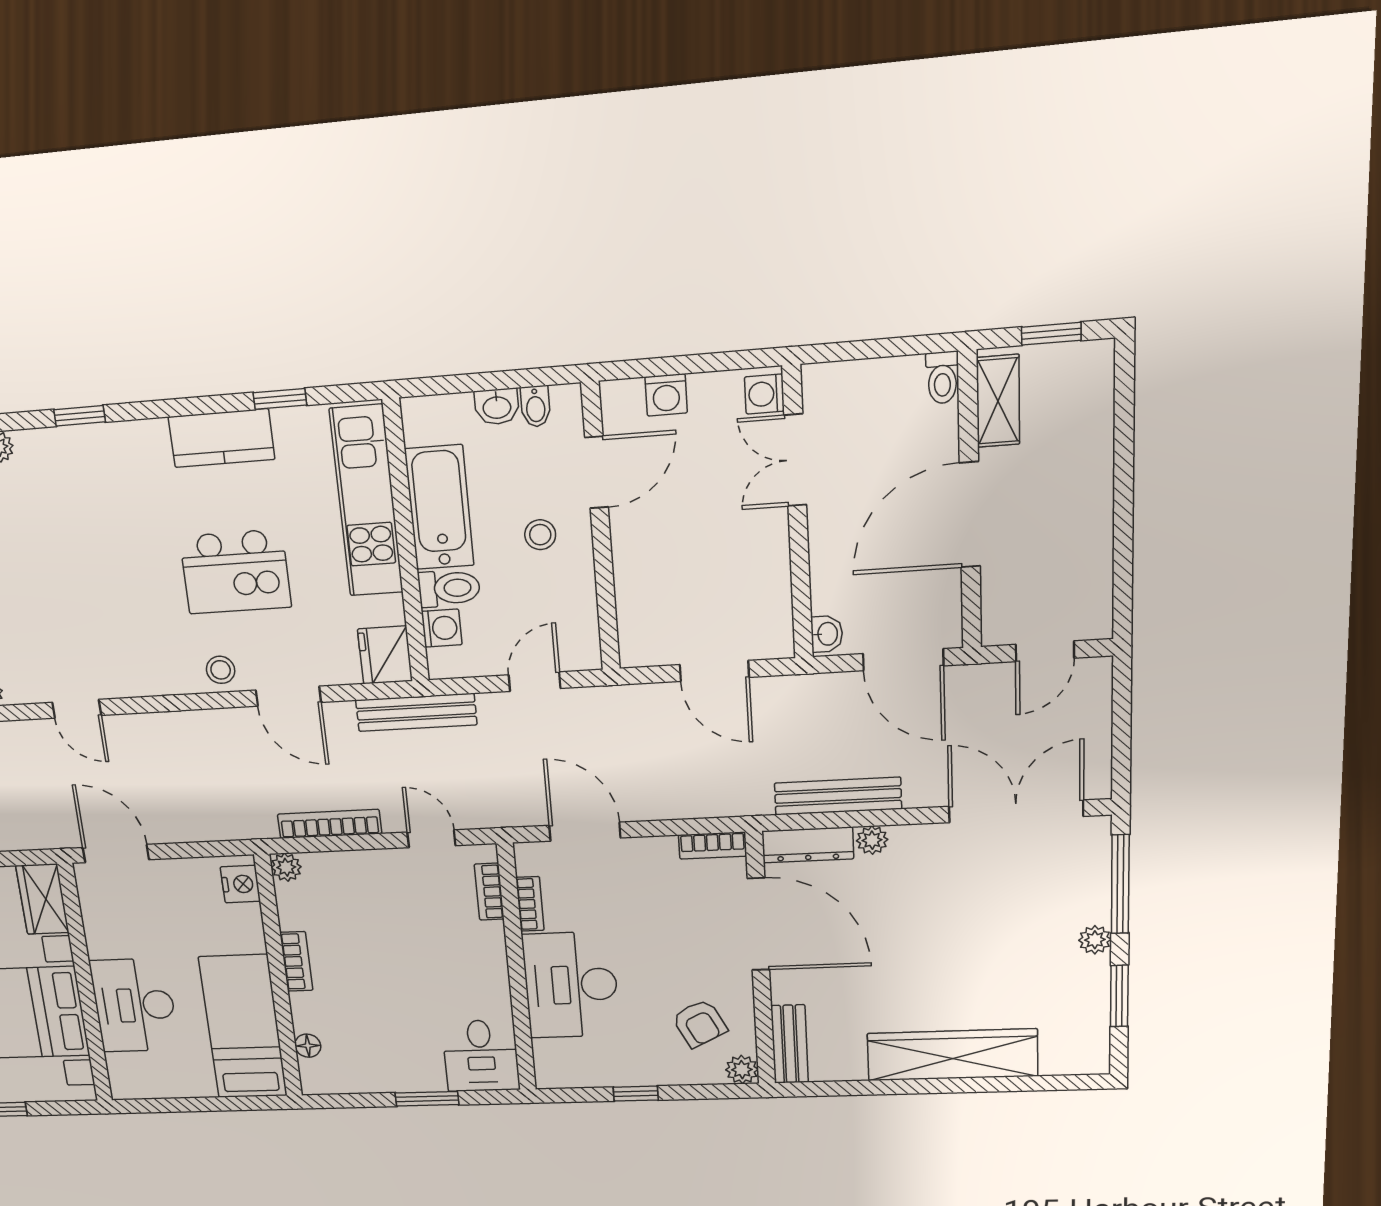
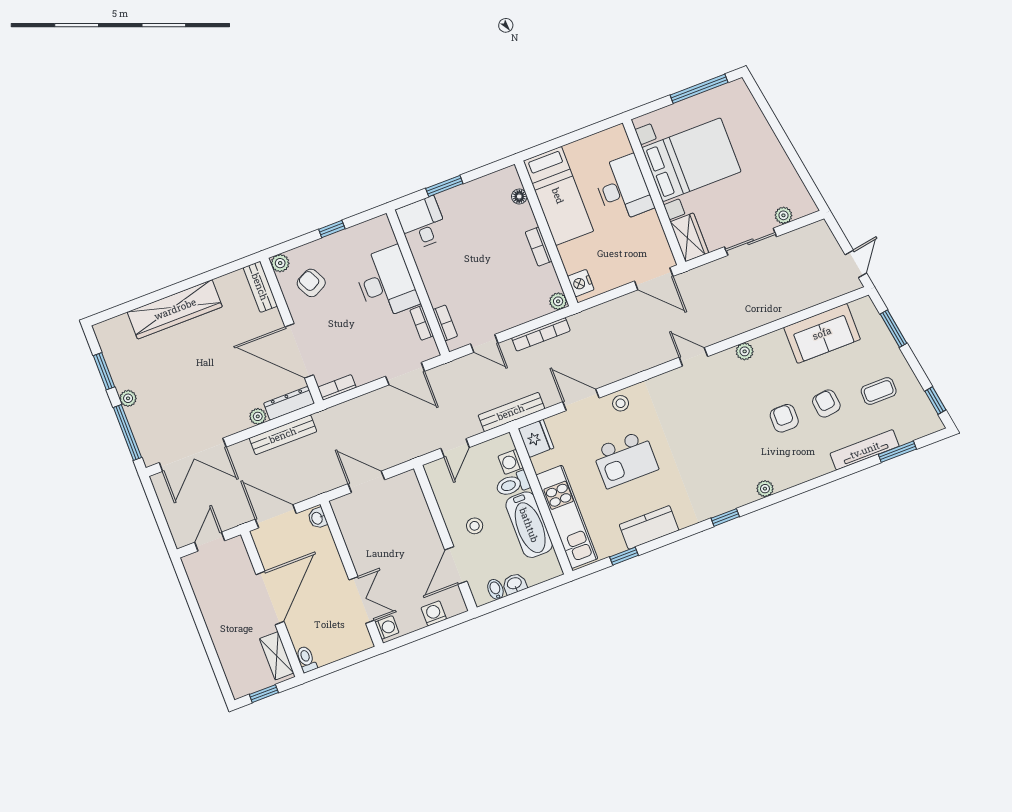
kitchen island: (235, 572) -> (625, 459), turned 180

